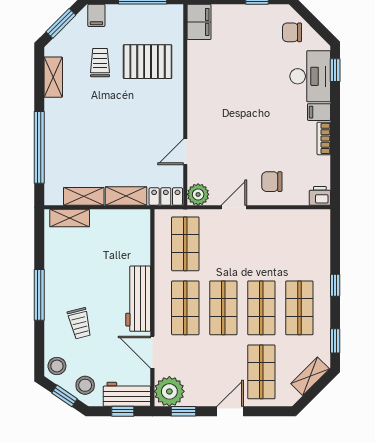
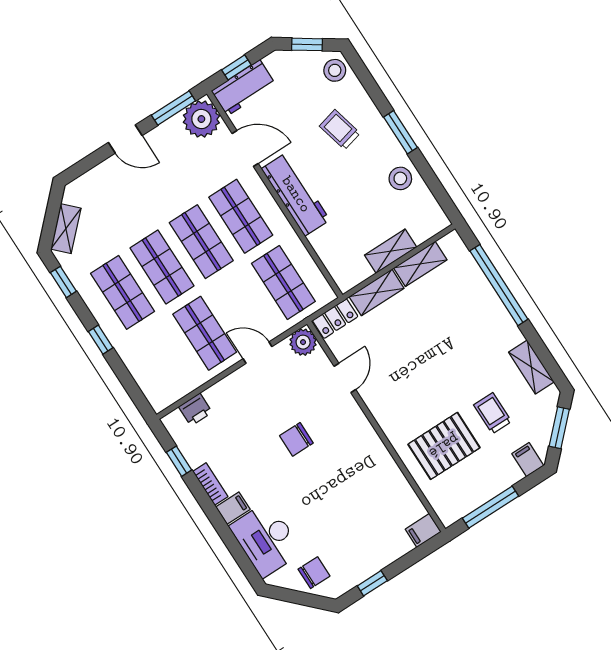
filing cabinet: (199, 22) -> (423, 531), width x0.50
trolley: (100, 63) -> (492, 413), turned 180
window: (335, 70) -> (179, 461), moved
chair: (272, 182) -> (296, 439), moved, turned 180
printer: (320, 196) -> (195, 409), moved
door: (234, 207) -> (258, 353), swing flipped
shelving: (70, 218) -> (391, 251), moved
window: (39, 295) -> (401, 132), width x0.69
shop shelf: (261, 372) -> (205, 333), moved
stool: (85, 385) -> (400, 178), moved
window: (184, 411) -> (173, 108), width x1.50
door: (230, 411) -> (125, 139), hinge flipped

